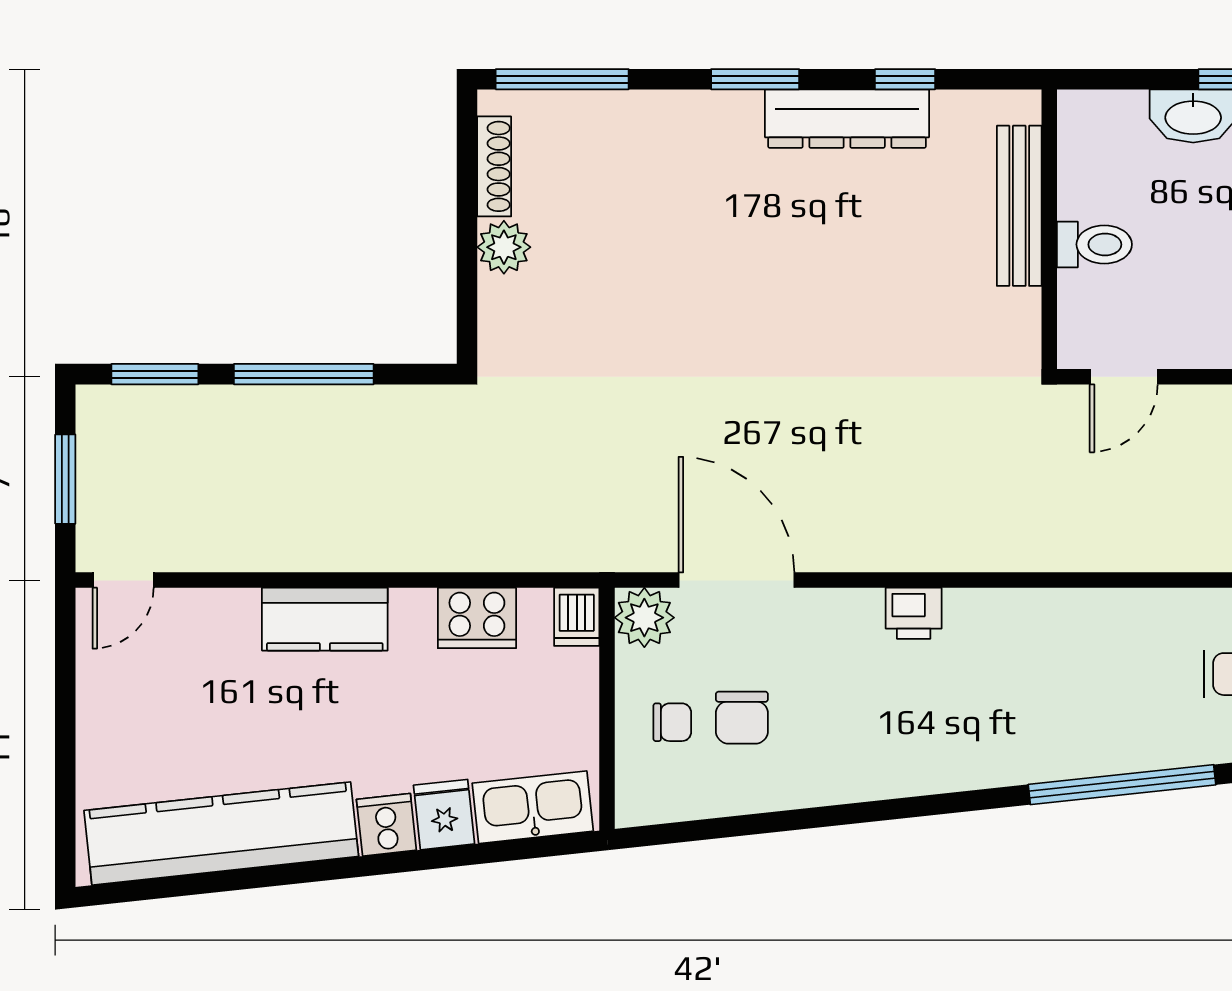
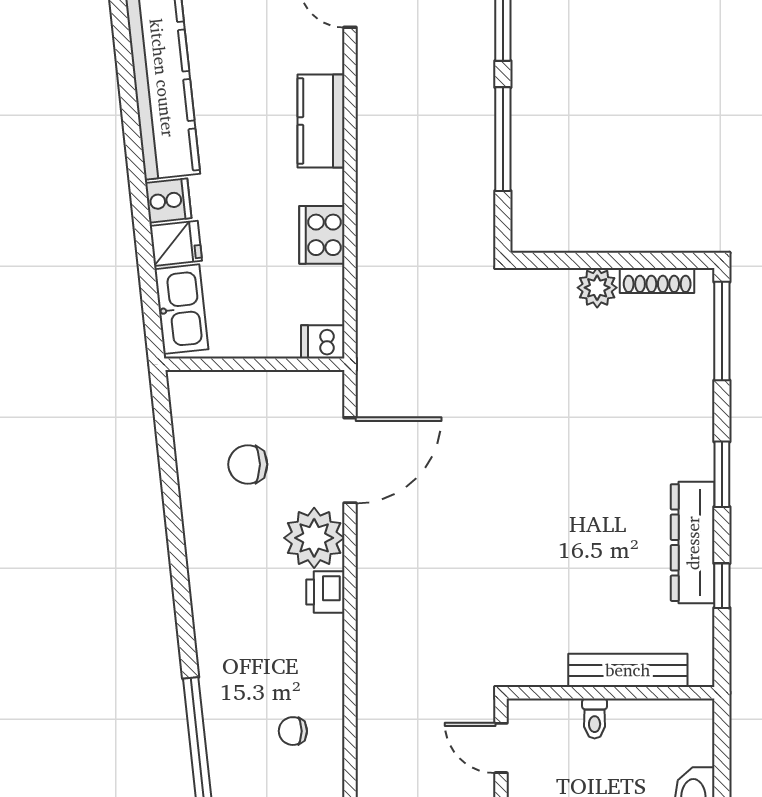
toilet: (1094, 244) -> (595, 718), width x0.73, depth x0.72
cooker: (477, 618) -> (322, 235), moved
plant: (644, 618) -> (314, 538), moved, width x1.36, depth x1.36
kitchen counter: (325, 619) -> (321, 121), moved
chair: (672, 722) -> (293, 731), moved, turned 90

